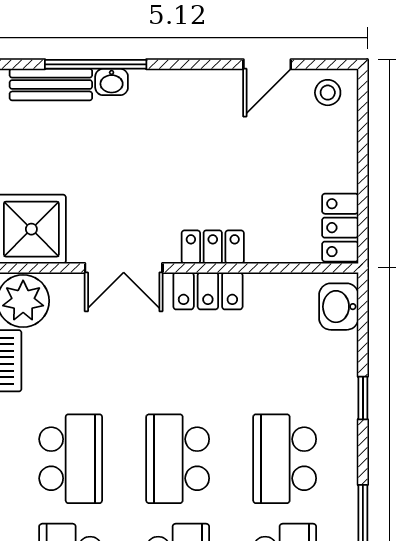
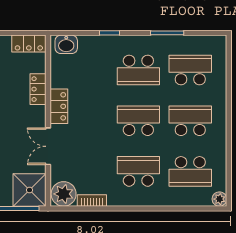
locker: (213, 247) -> (38, 89), moved
double door: (124, 268) -> (48, 146), swing flipped
school desk: (178, 459) -> (138, 121), turned 180

